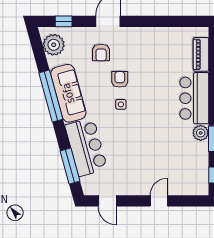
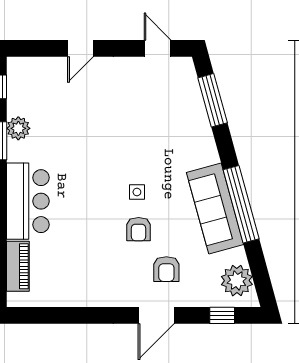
armchair: (101, 53) -> (166, 269), turned 180
plant: (201, 133) -> (18, 128), moved
bar counter: (86, 147) -> (189, 128), removed

